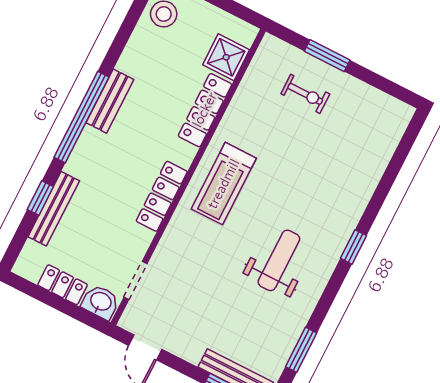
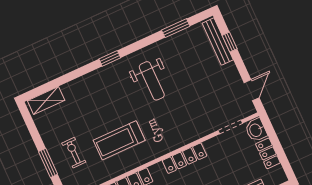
shelving: (391, 132) -> (46, 100), added
treadmill: (224, 184) -> (119, 140), moved, turned 180
weight bench: (279, 260) -> (152, 81), turned -90

